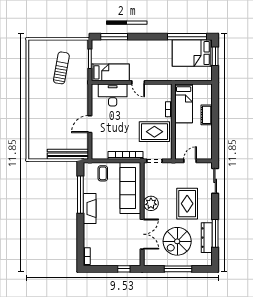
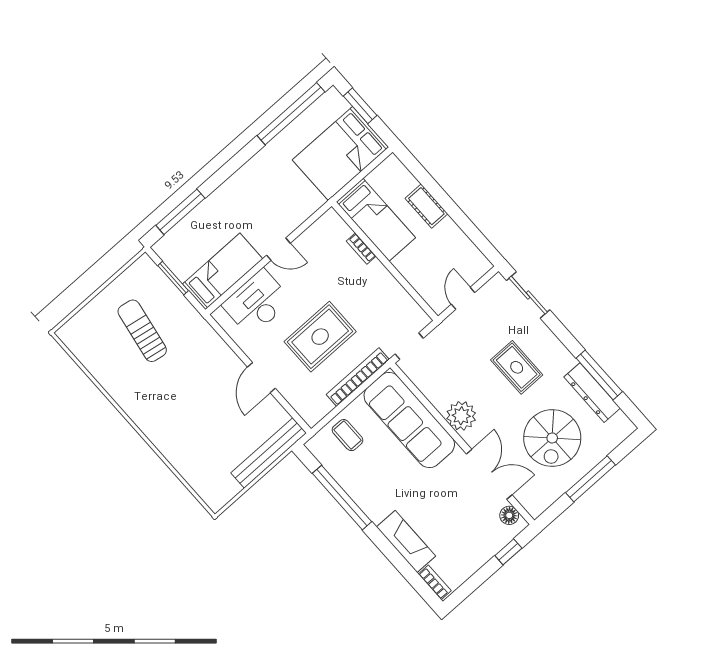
bed: (192, 53) -> (340, 154), moved
rug: (154, 132) -> (320, 337), moved
rug: (187, 204) -> (517, 367), width x0.73, depth x0.70
fireplace: (90, 208) -> (406, 541), moved
floor lamp: (136, 256) -> (509, 515), added

